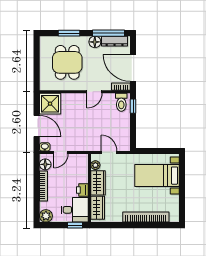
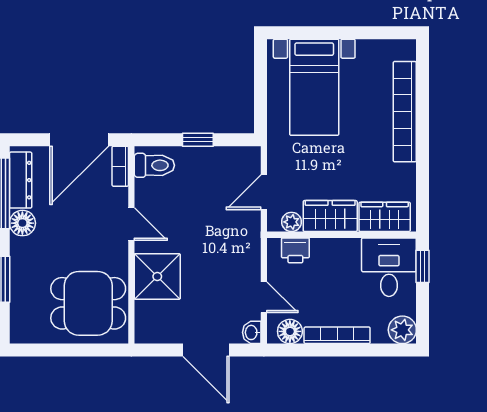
dining table: (67, 62) -> (88, 303), moved
shower: (50, 104) -> (157, 276), moved
window: (133, 106) -> (198, 140), moved
door: (37, 126) -> (206, 350), swing flipped
printer: (82, 190) -> (295, 250), moved

